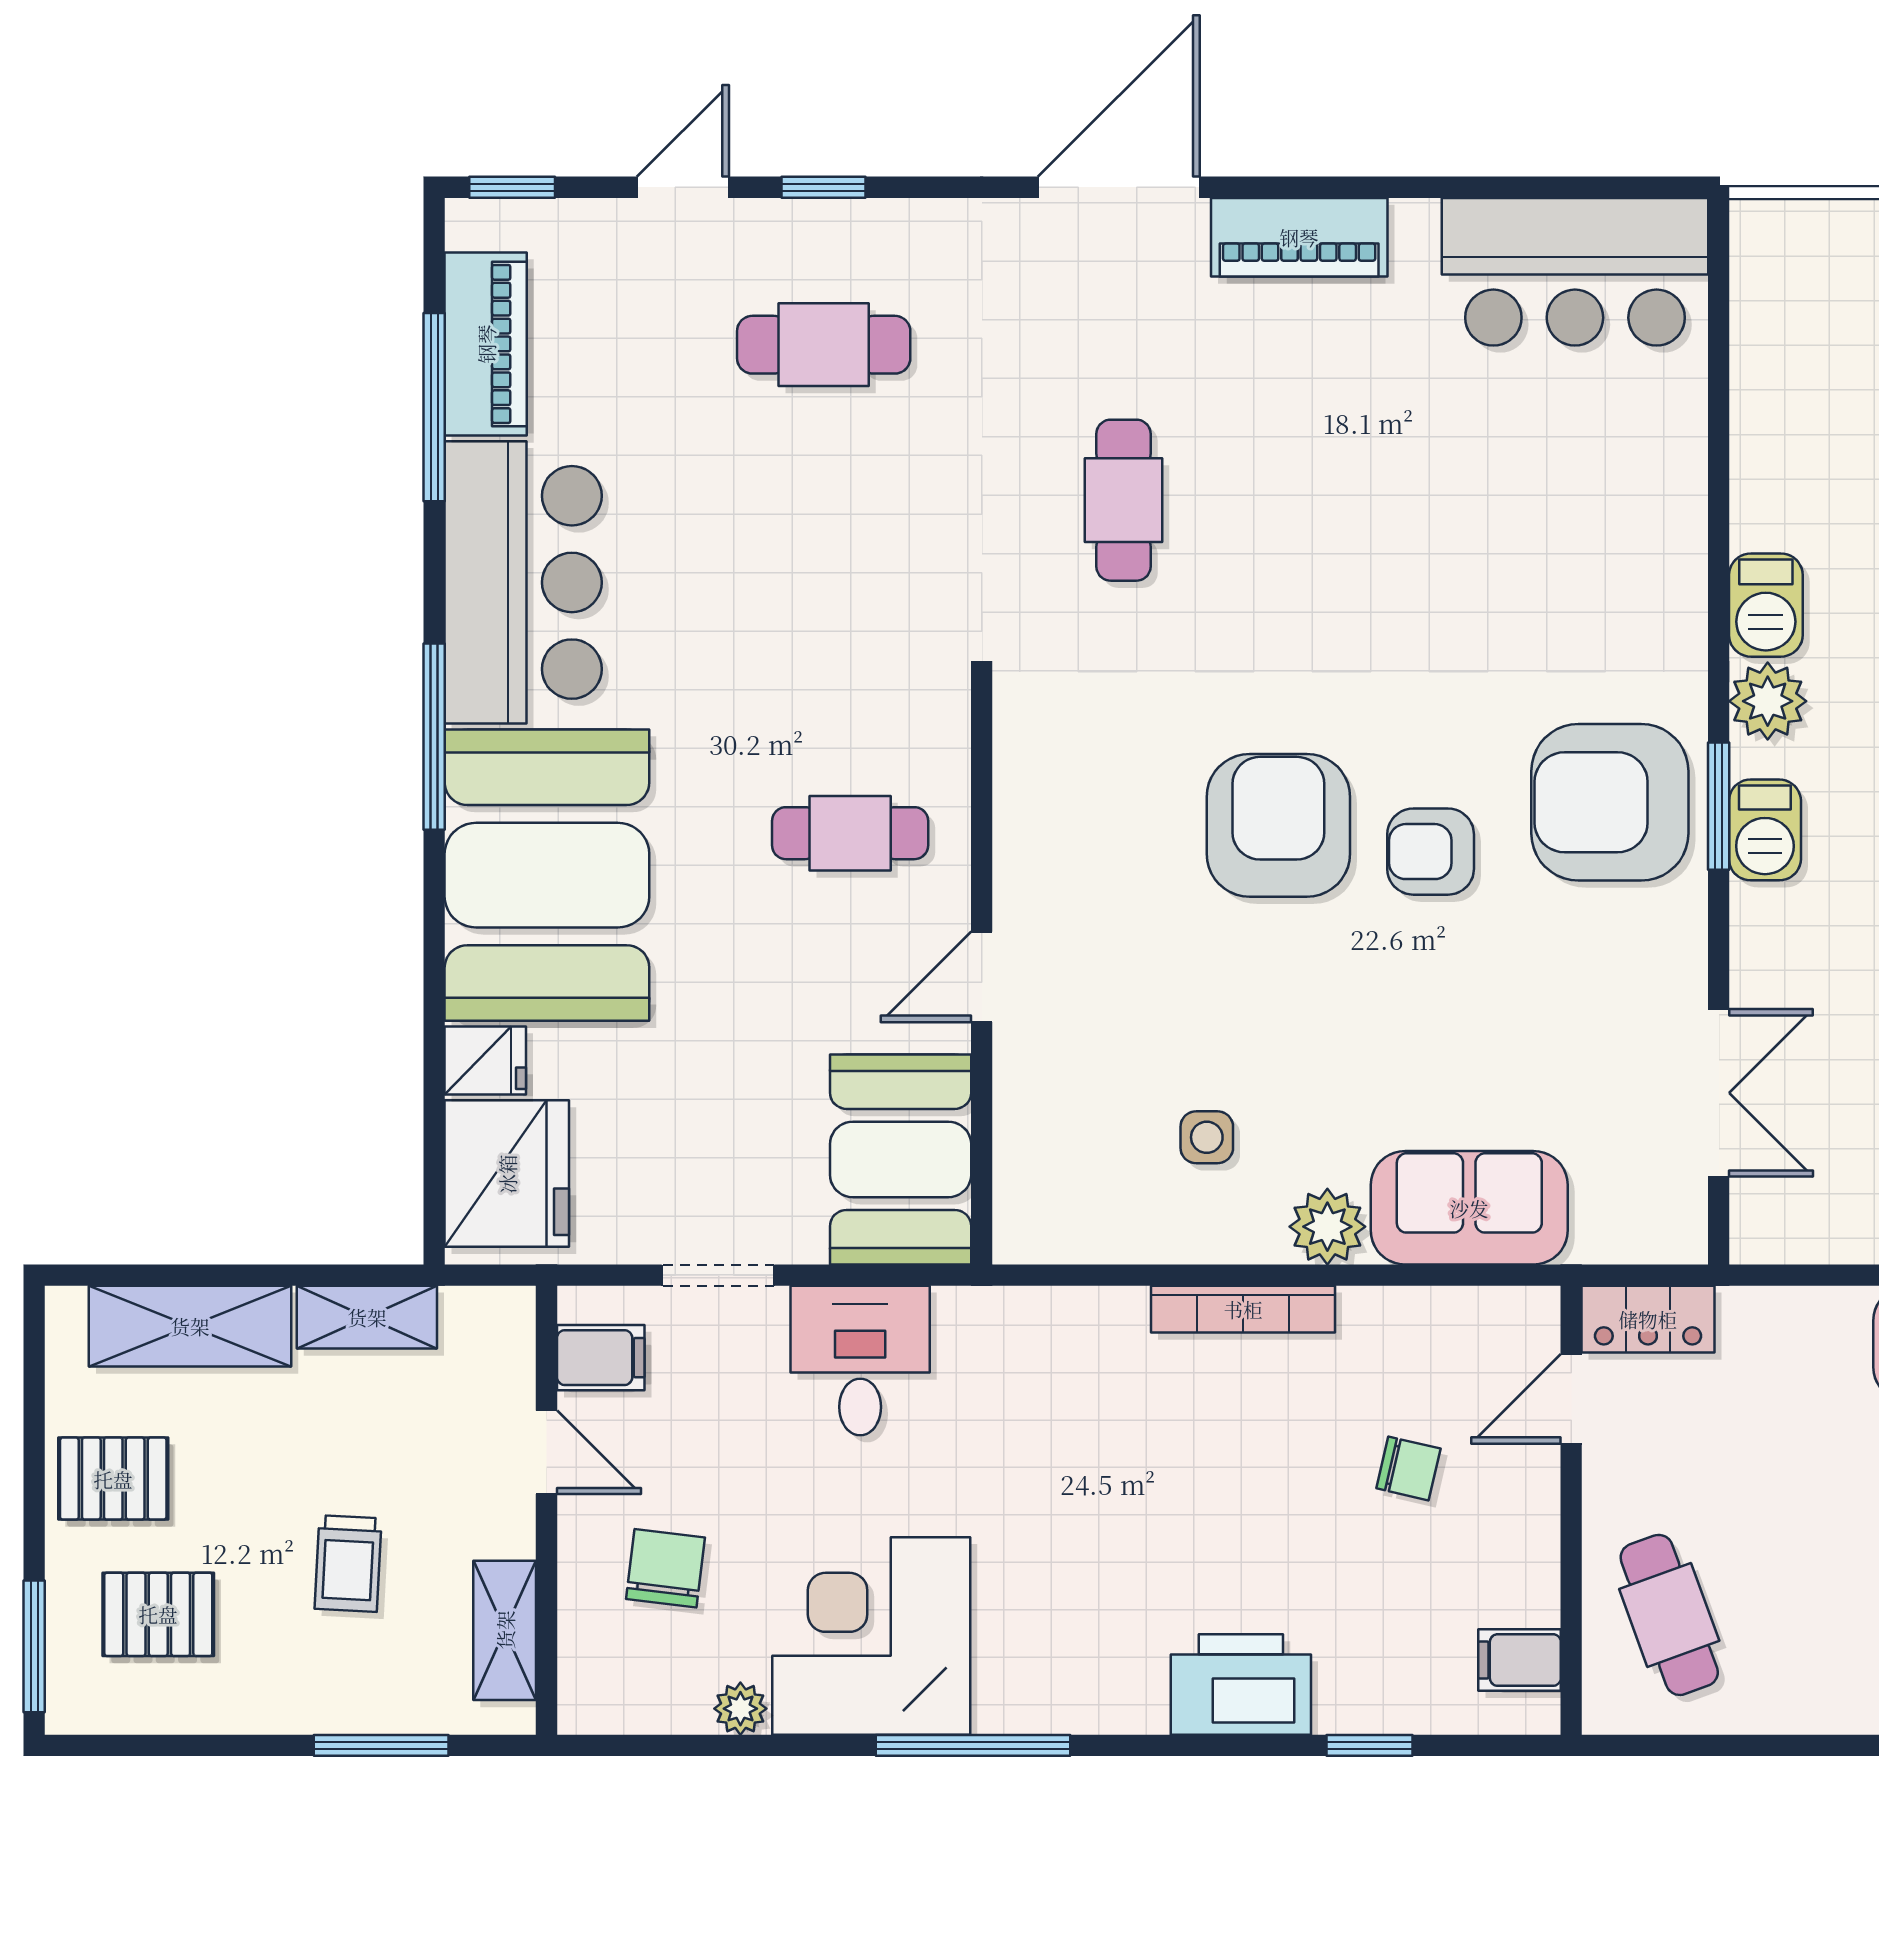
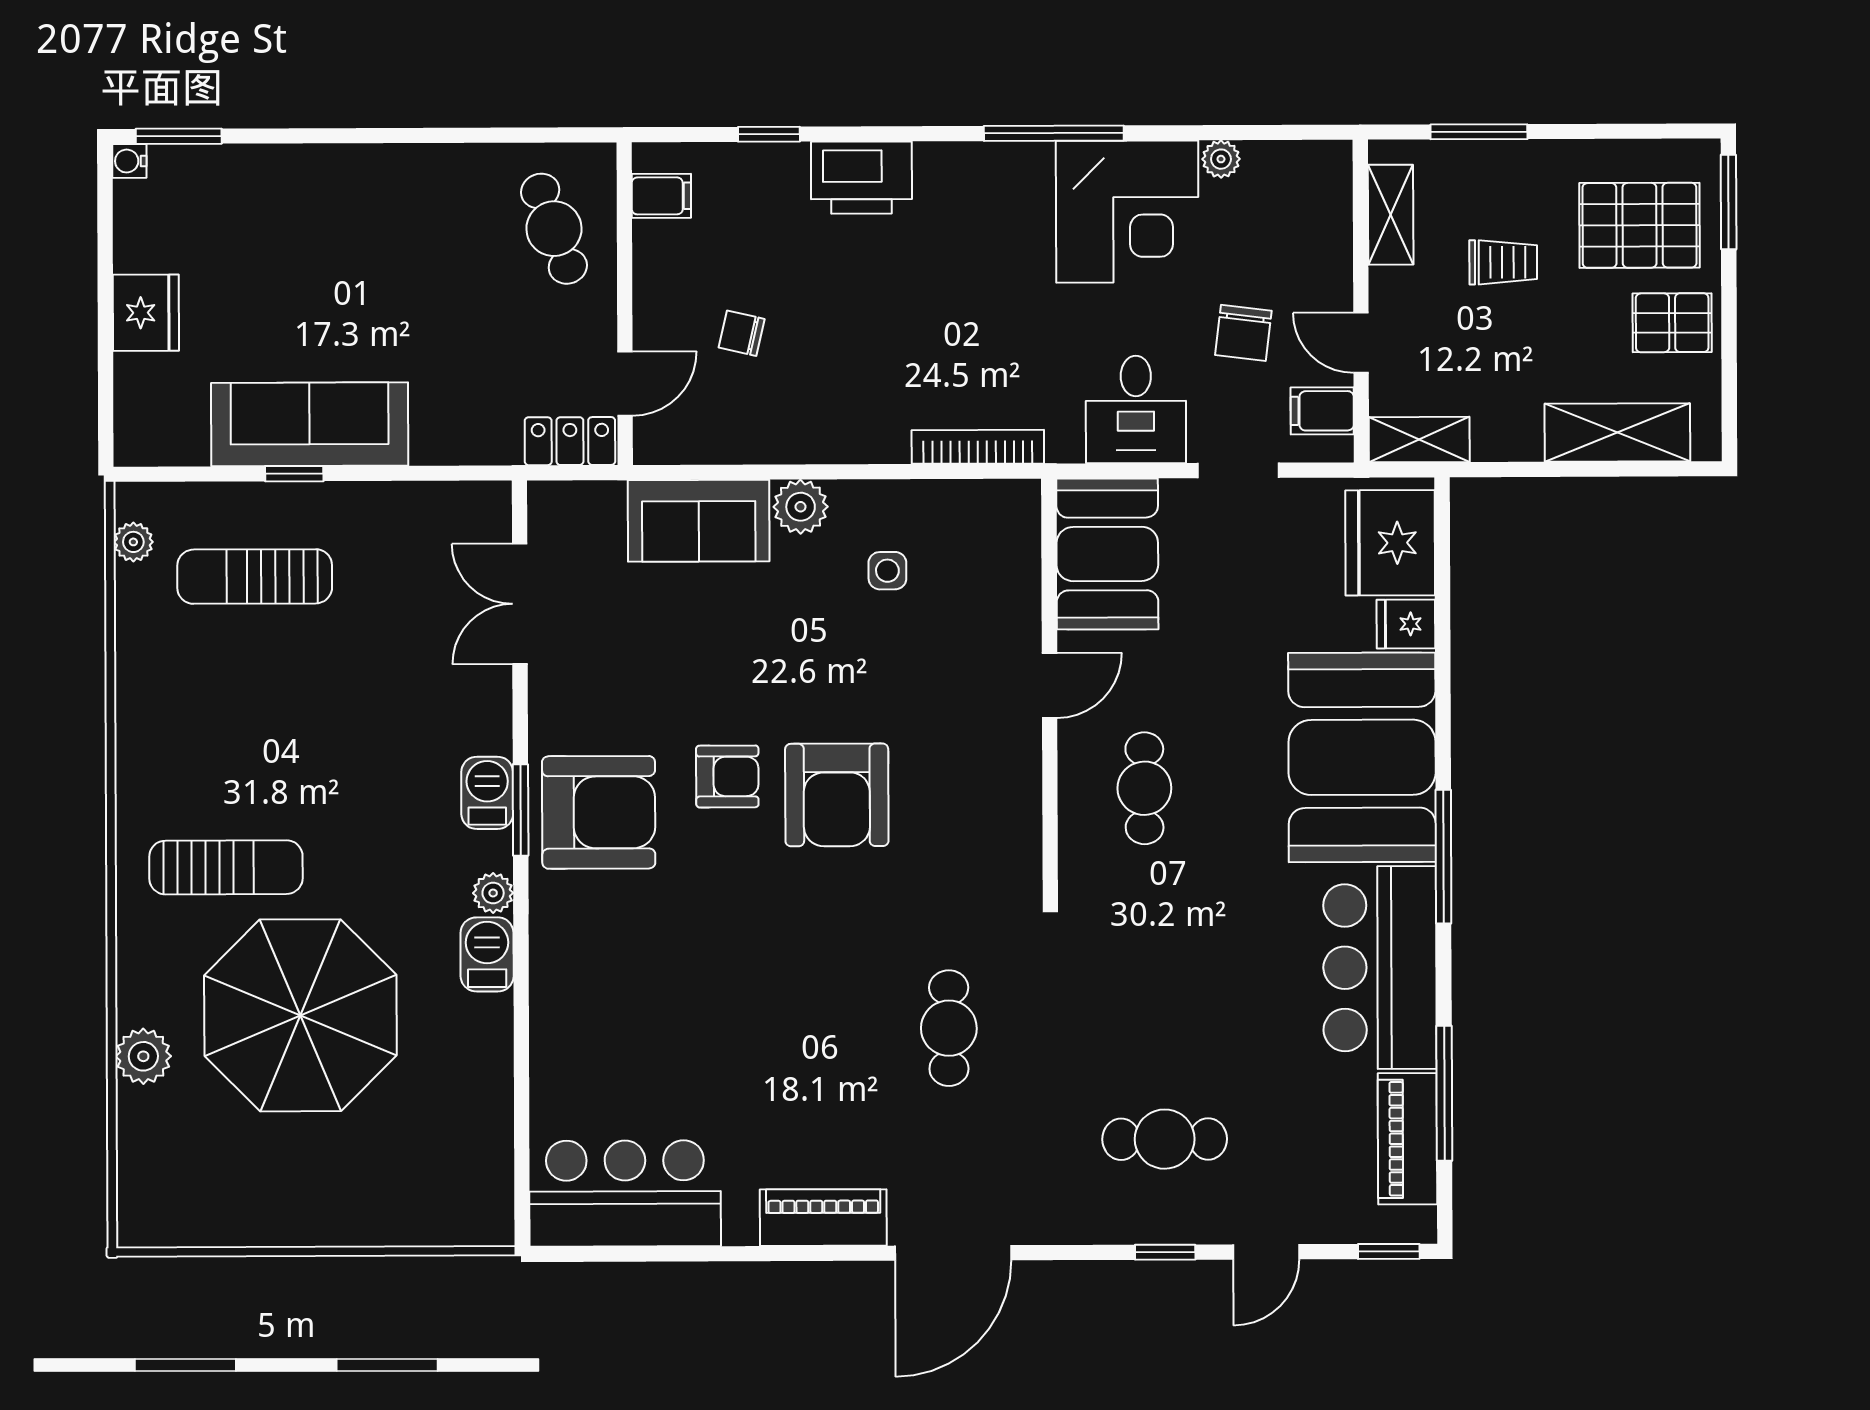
plant: (1768, 701) -> (493, 893), width x0.73, depth x0.73
cafe table: (850, 833) -> (1144, 788), turned 90
bookcase: (1243, 1309) -> (978, 447), moved
shelving: (367, 1317) -> (1419, 440), moved
trolley: (348, 1564) -> (1503, 262), turned 87
chair: (665, 1568) -> (1243, 333), moved
pallet: (158, 1614) -> (1639, 225), width x1.50, depth x1.42

